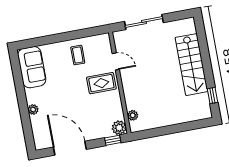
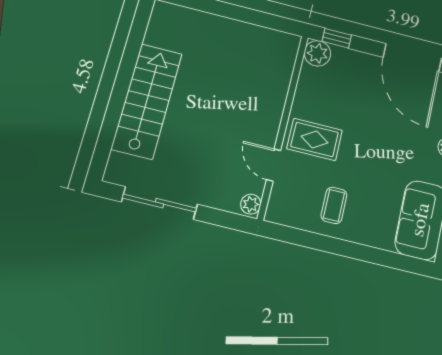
sliding door: (144, 22) -> (159, 203), moved
window: (213, 96) -> (137, 34), removed
plant: (133, 115) -> (251, 204), moved

